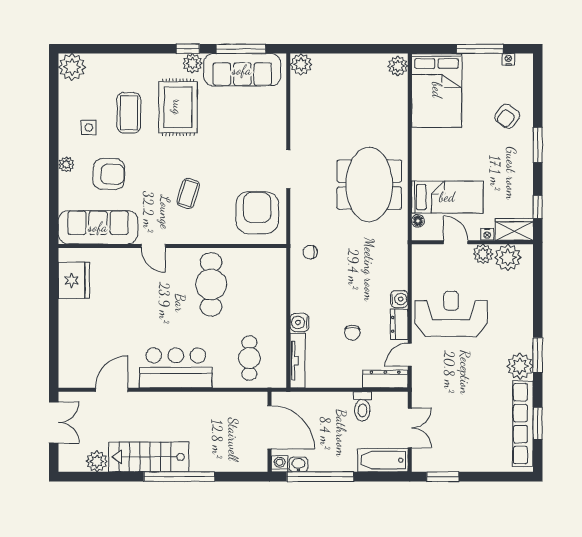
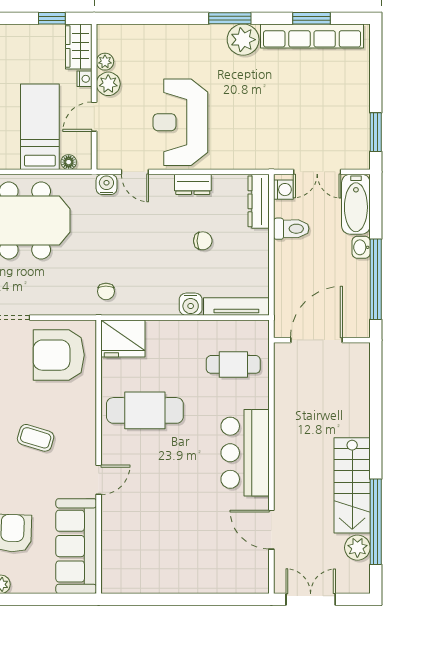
plant: (508, 257) -> (105, 62), width x0.53, depth x0.53
fridge: (74, 280) -> (123, 339), moved, turned 180
water cooler: (399, 299) -> (106, 184), moved
door: (410, 355) -> (135, 172), moved
double door: (410, 428) -> (317, 172), swing flipped
washing machine: (280, 464) -> (283, 190), moved, turned 180
washbasin: (298, 464) -> (361, 247), moved
window: (179, 477) -> (376, 522), moved

